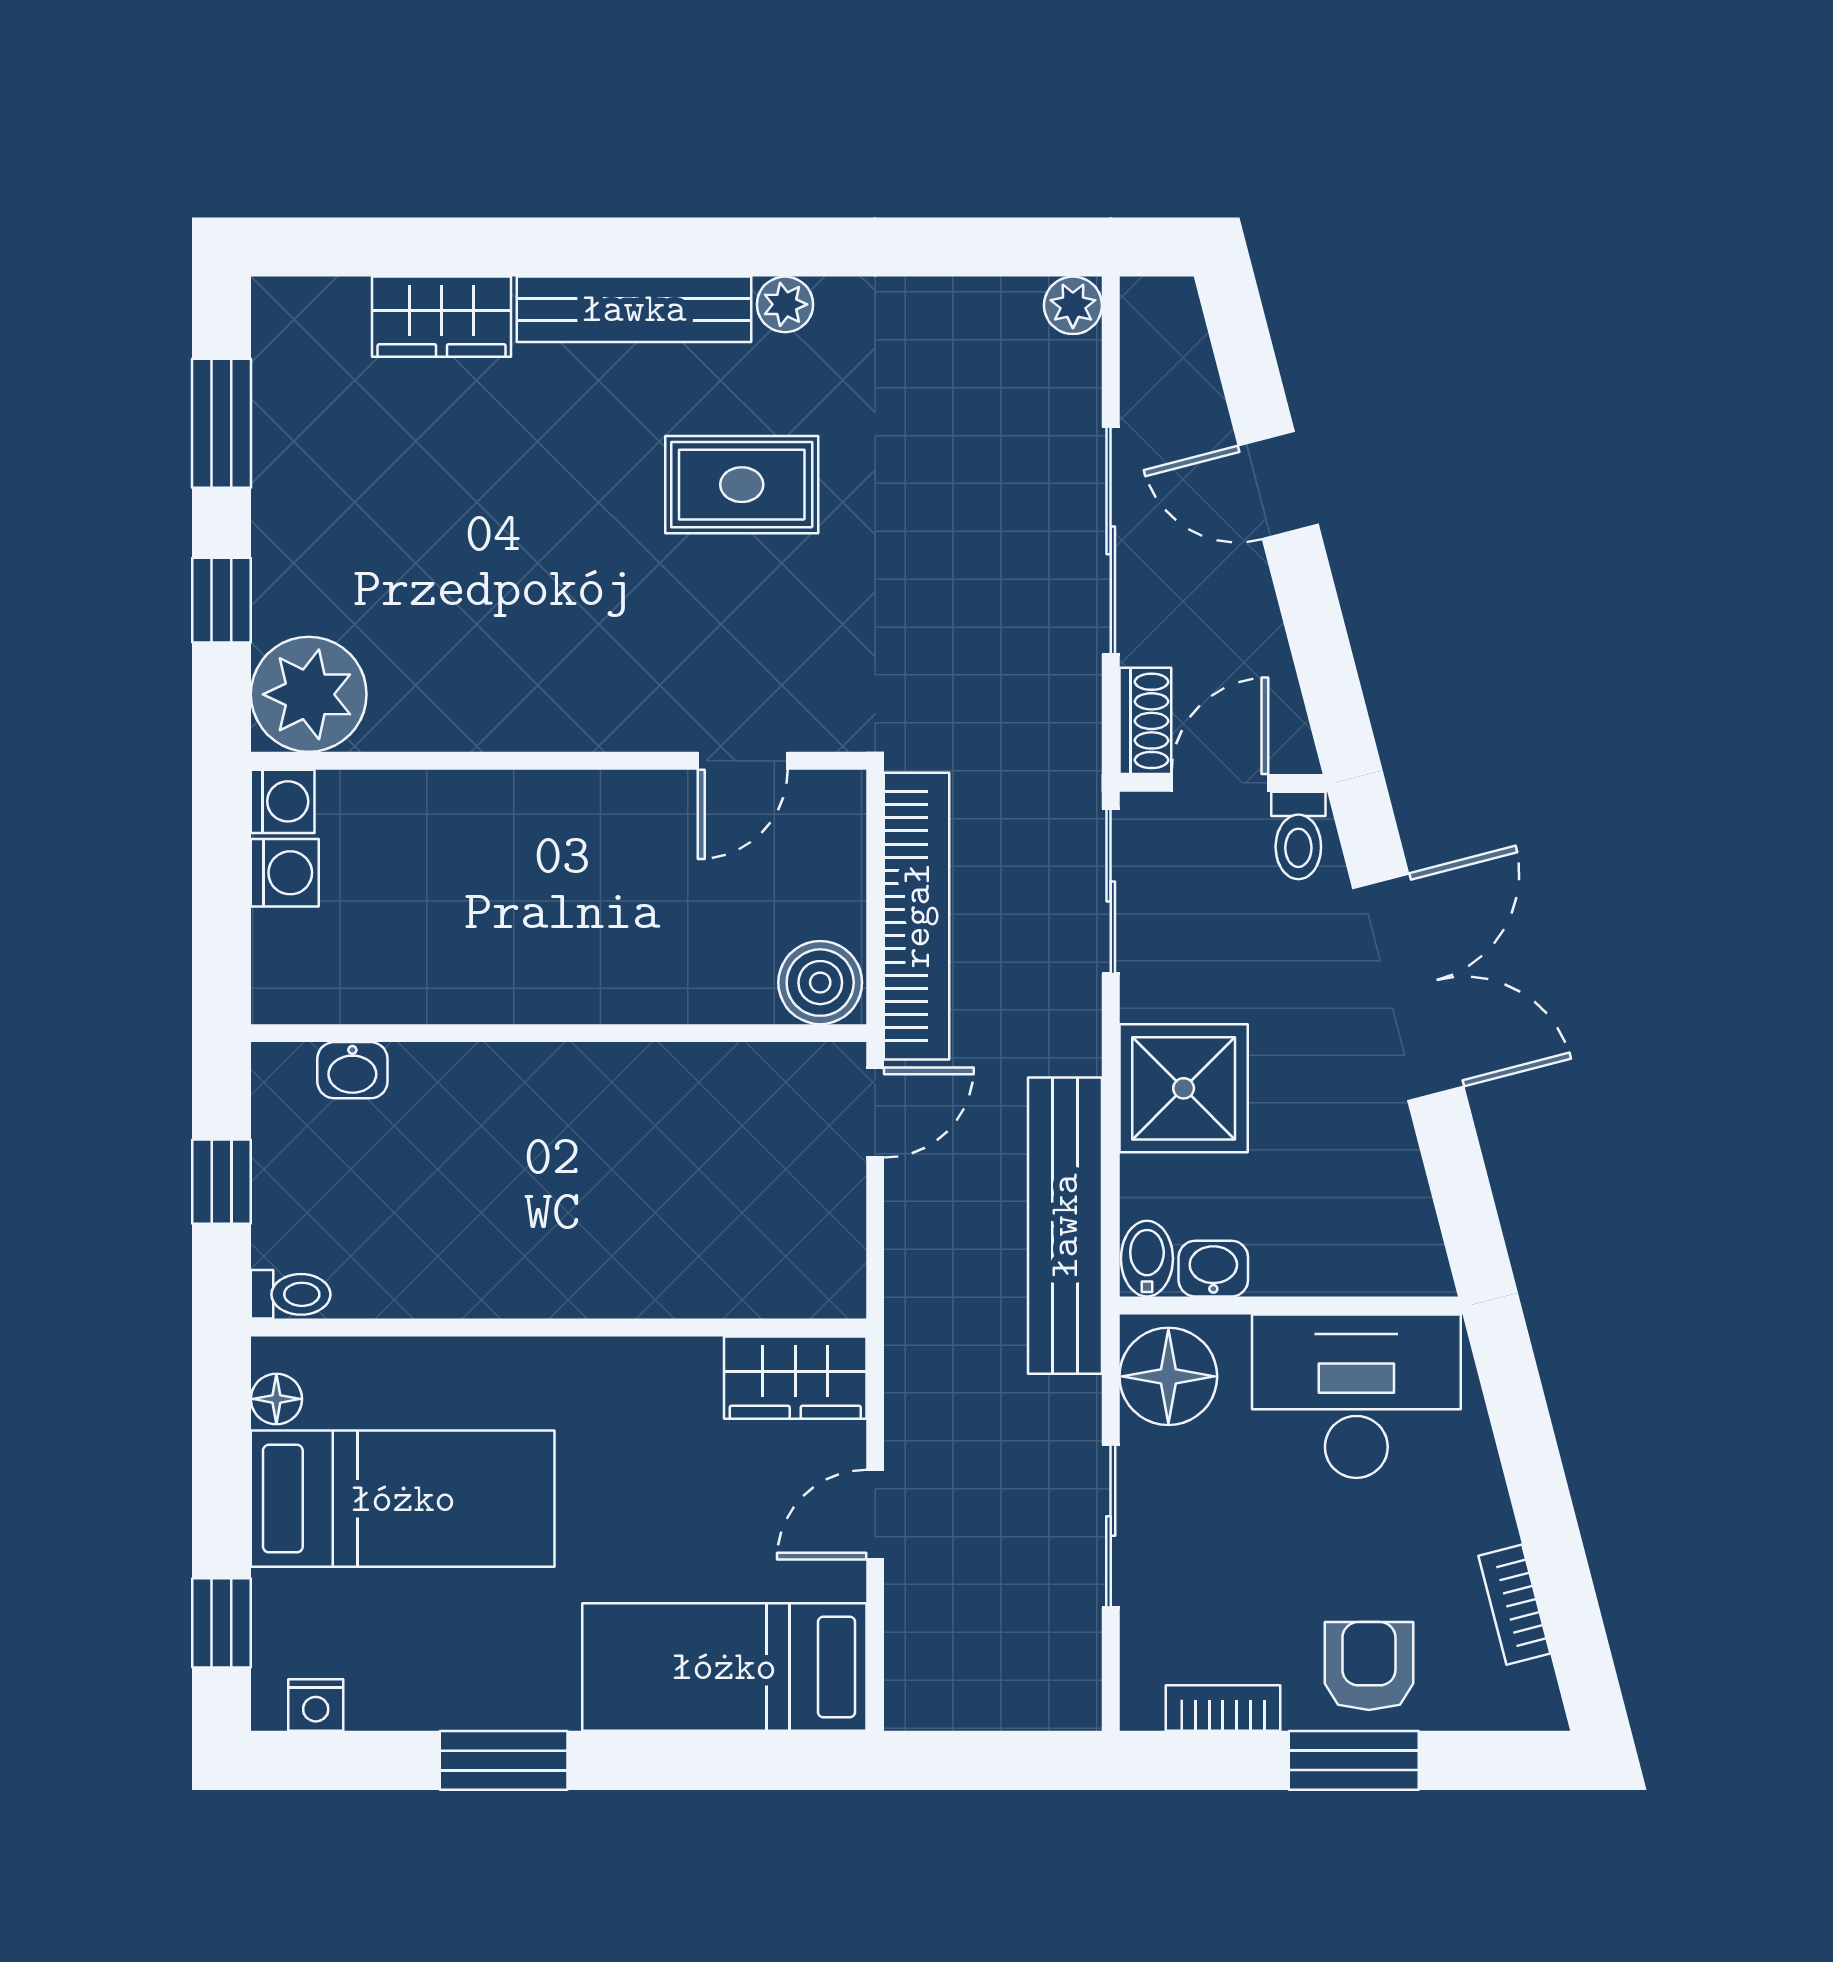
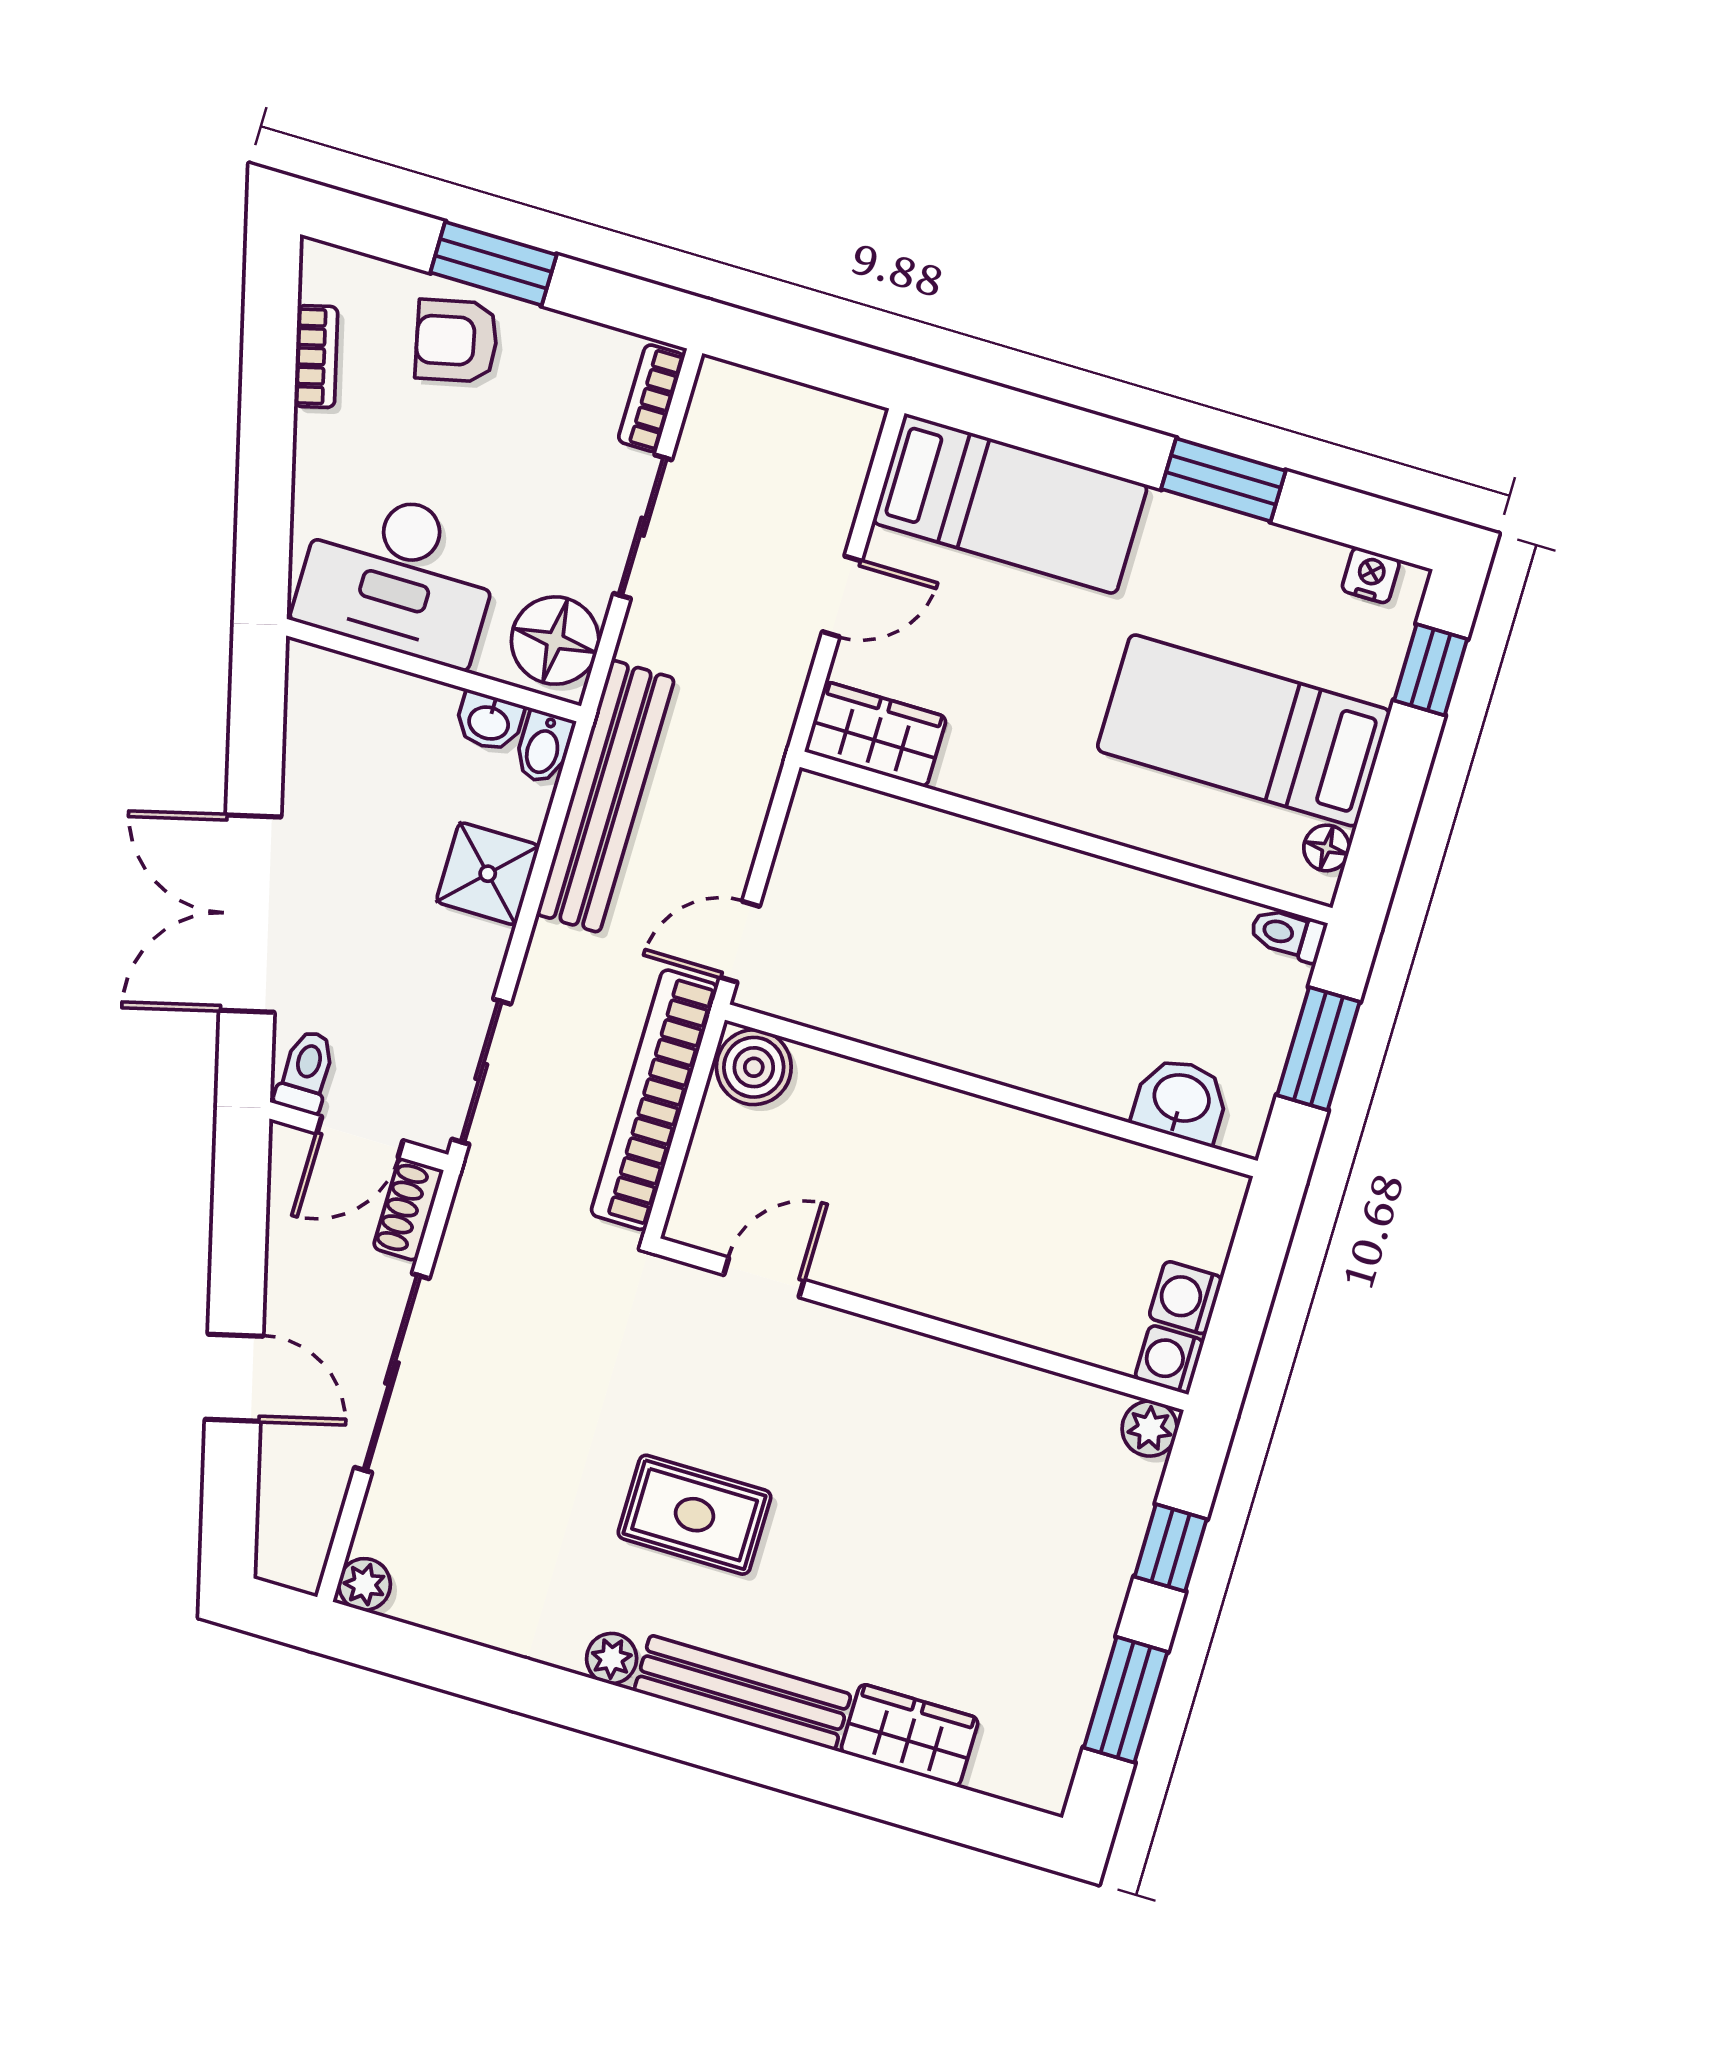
plant: (309, 694) -> (1150, 1429), width x0.53, depth x0.53
washbasin: (352, 1070) -> (1181, 1100), width x1.38, depth x1.45
shower: (1184, 1088) -> (488, 874), width x0.73, depth x0.73
window: (222, 1182) -> (1318, 1049), width x1.50
armchair: (1369, 1666) -> (456, 341), turned 77
bookcase: (1223, 1708) -> (651, 398), moved, turned 90

